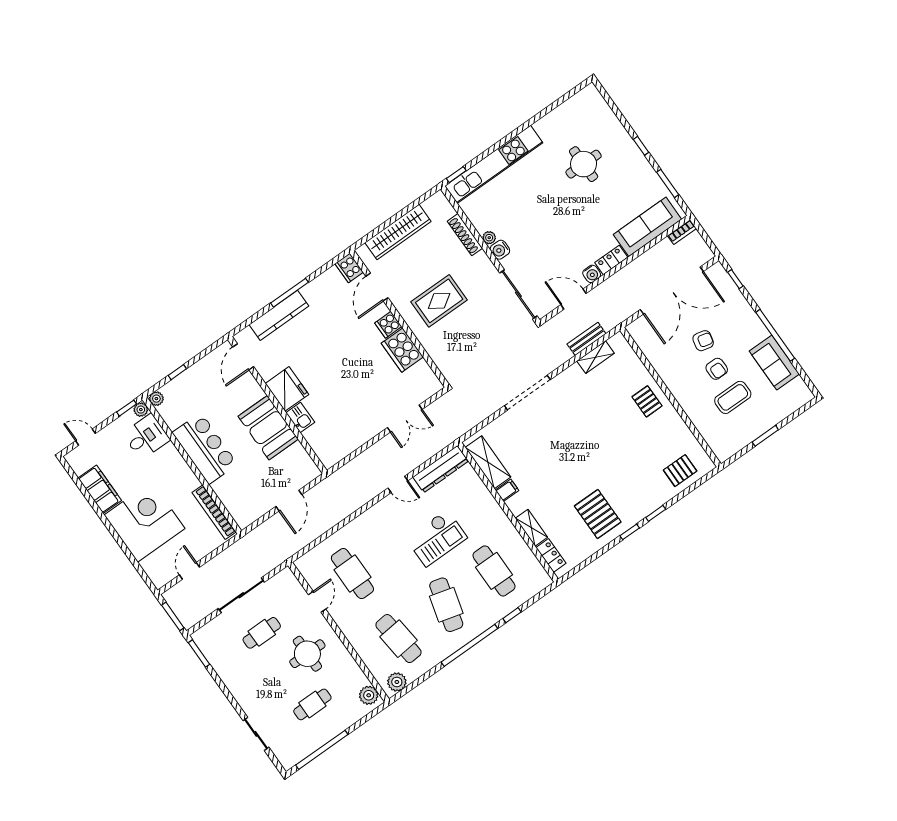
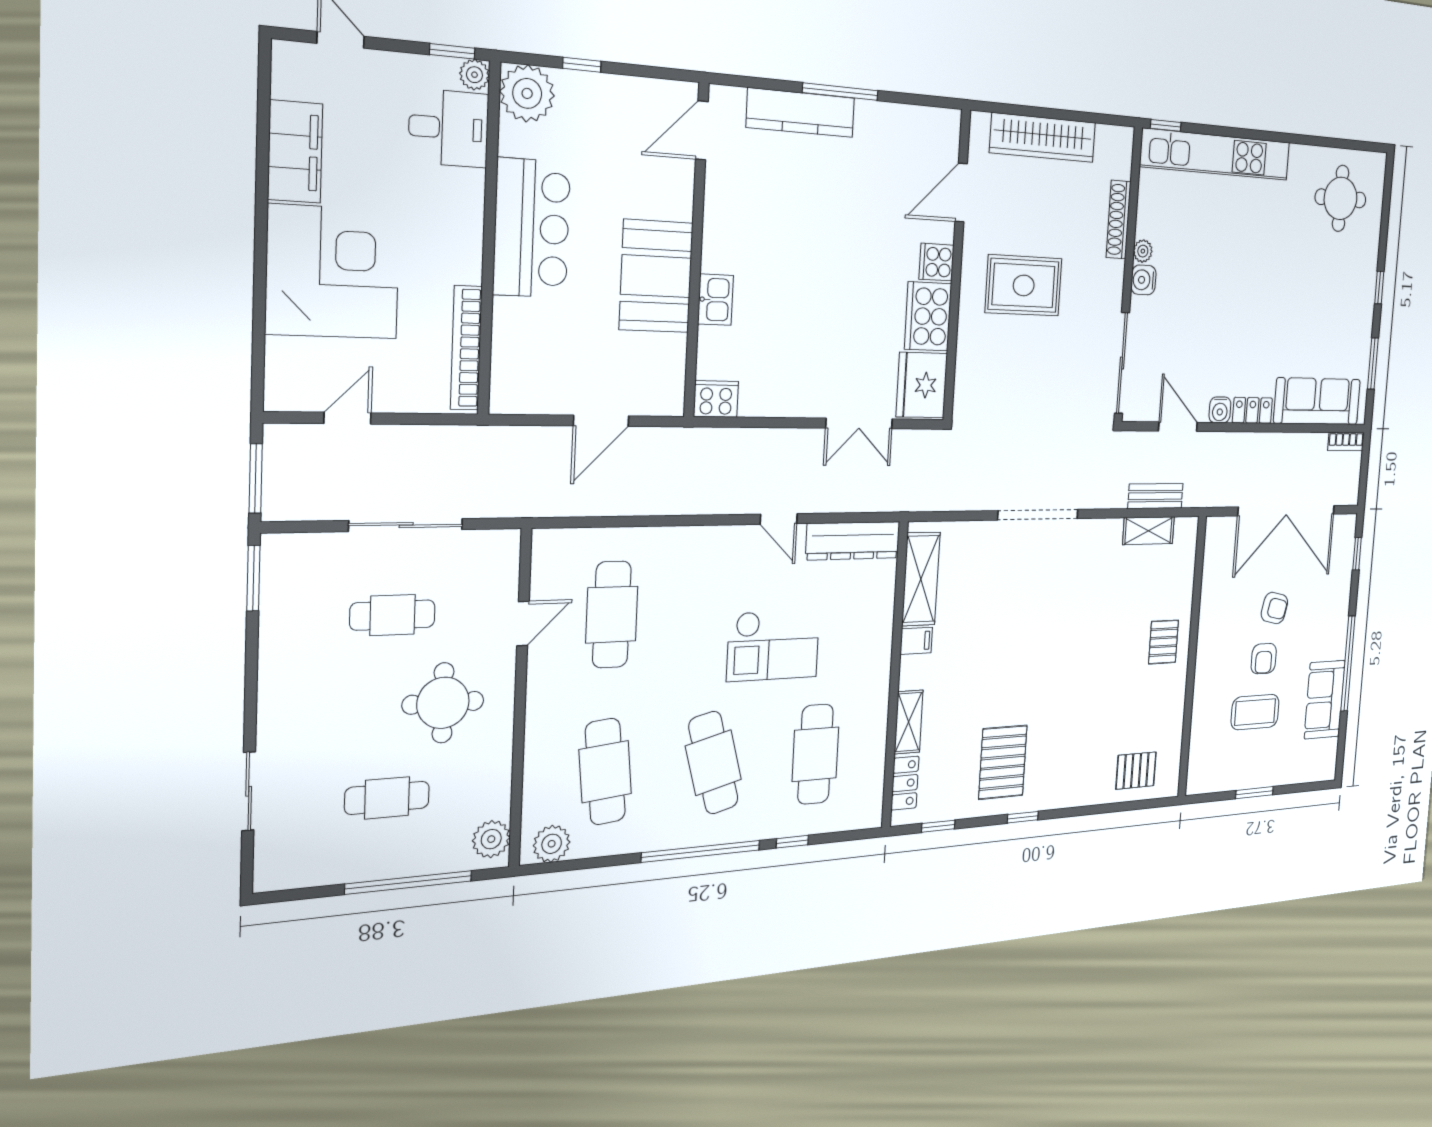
round table: (584, 164) -> (1340, 198), moved
cooker: (349, 268) -> (716, 399), moved, turned 90
fridge: (287, 389) -> (922, 385), moved, turned 180
plant: (156, 399) -> (527, 93), width x1.87, depth x1.87
window: (656, 513) -> (938, 826), moved
cafe table: (446, 605) -> (713, 763), turned -30
window: (322, 750) -> (409, 882), moved

